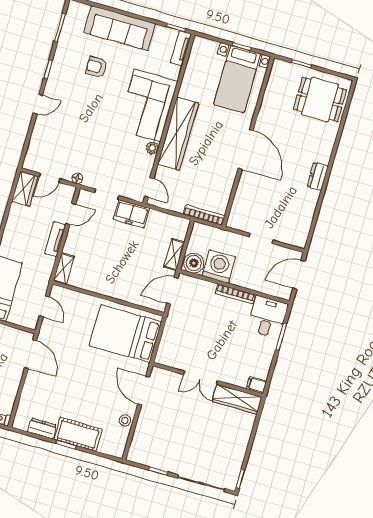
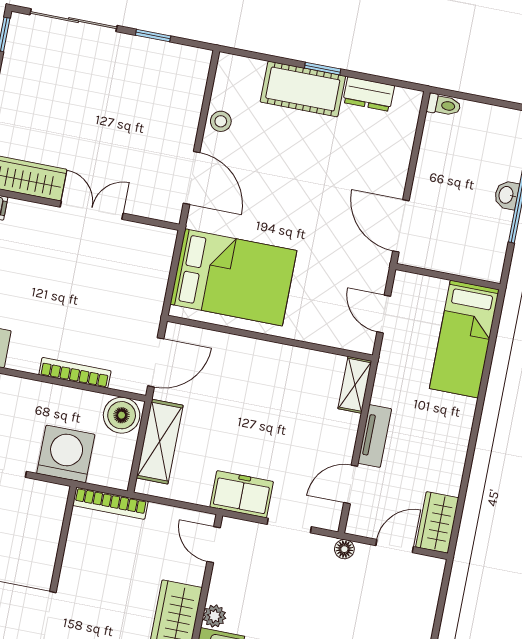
shelving: (174, 254) -> (160, 442), width x1.50, depth x1.33
washing machine: (219, 266) -> (66, 454), moved, turned 180
bookcase: (235, 294) -> (75, 373), moved

